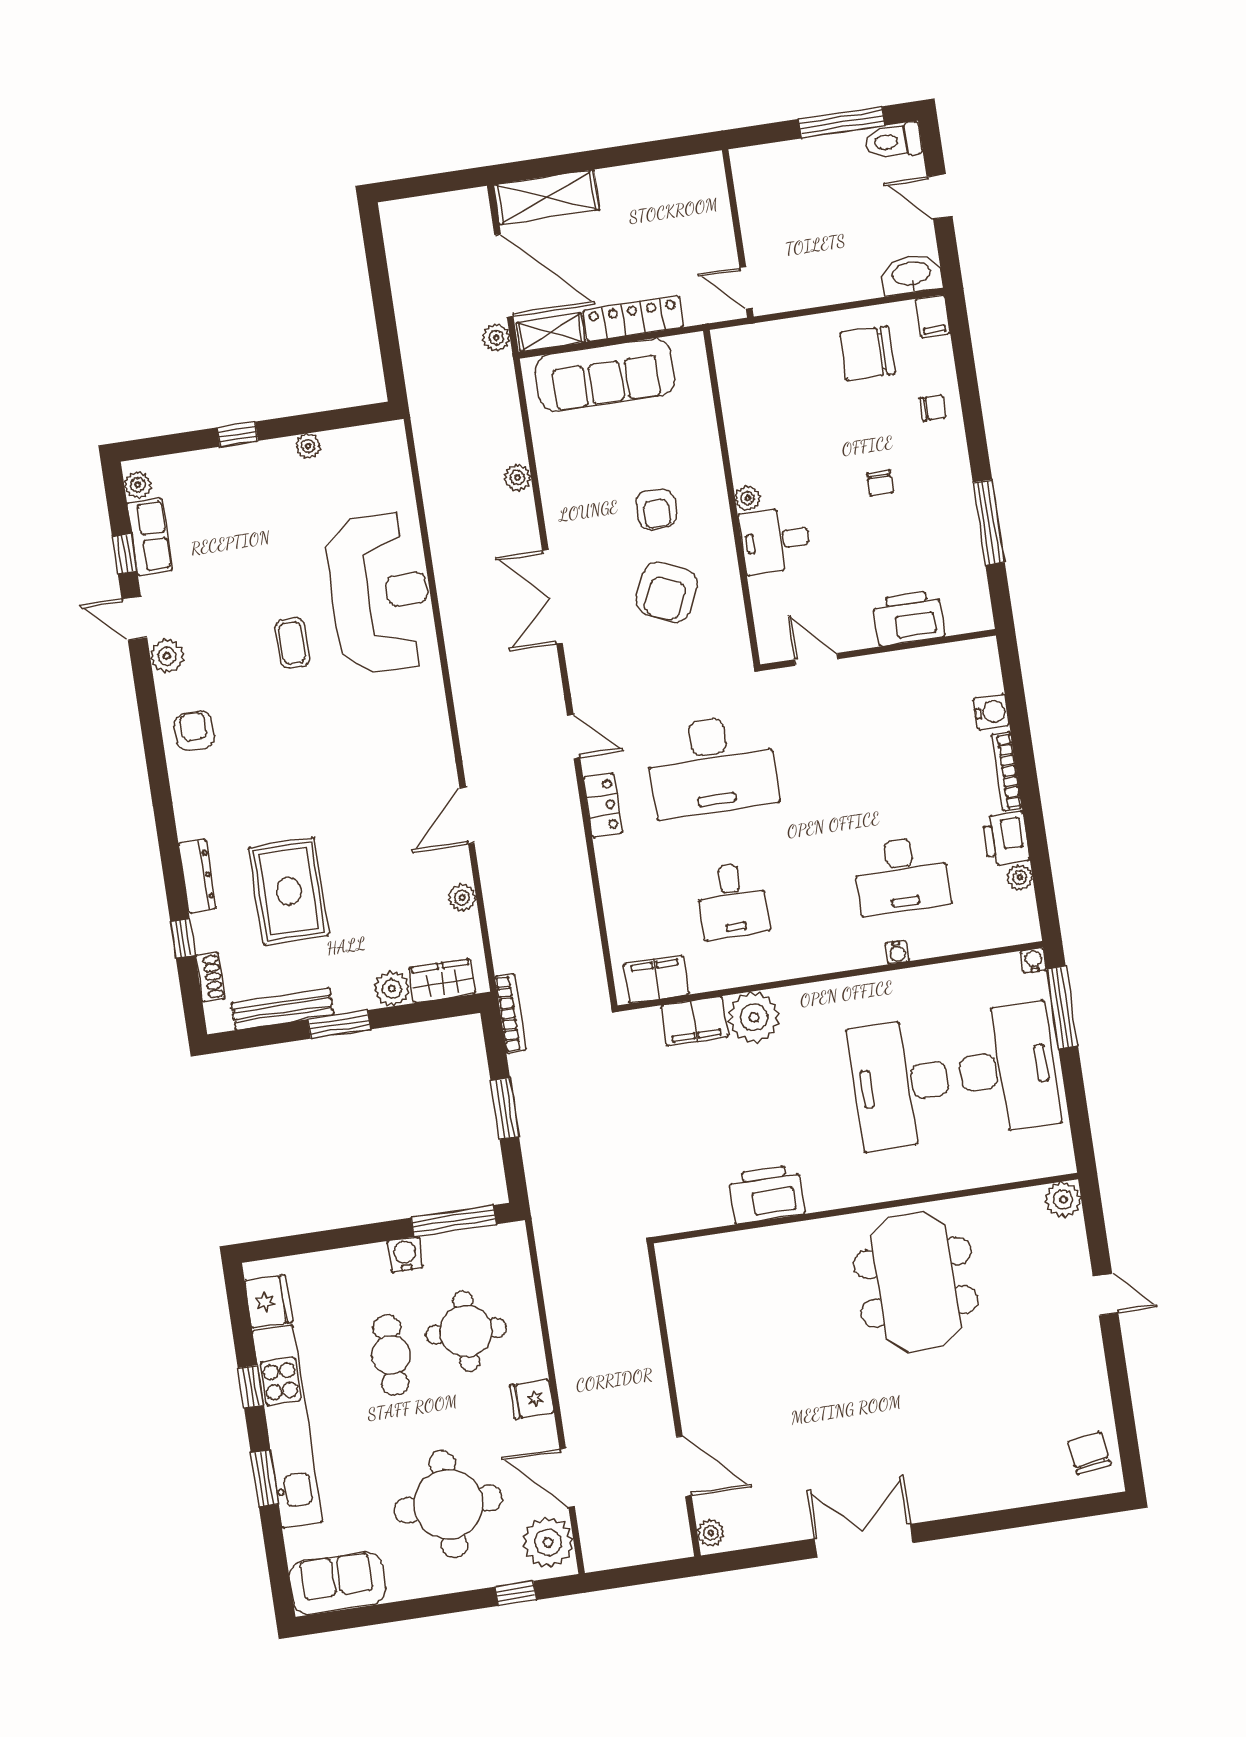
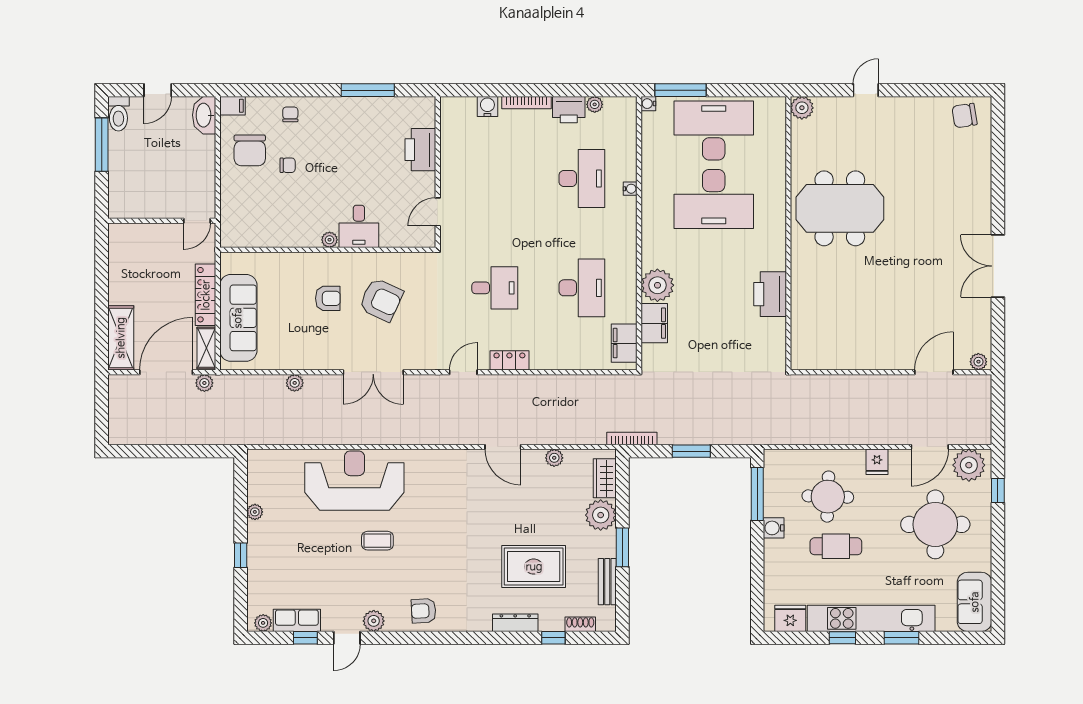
chair: (880, 483) -> (288, 165), moved
desk: (712, 766) -> (495, 288), width x0.53, depth x0.77
desk: (732, 901) -> (582, 288), width x1.37
plant: (392, 989) -> (601, 515), width x1.36, depth x1.36
bench: (283, 1009) -> (607, 582), width x0.73

